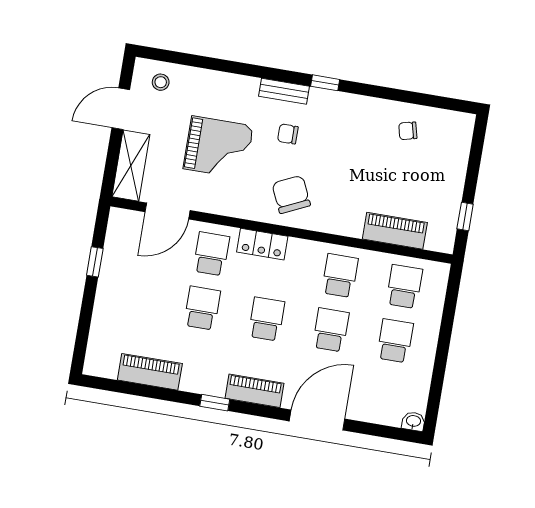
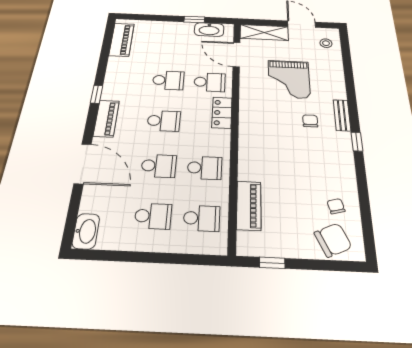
chair: (291, 194) -> (333, 240), moved
washbasin: (117, 243) -> (209, 30), added
piano: (150, 372) -> (122, 40), moved
washbasin: (413, 421) -> (86, 231), width x1.91, depth x1.45

